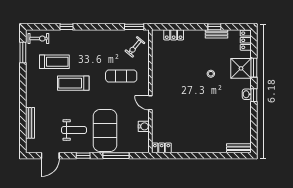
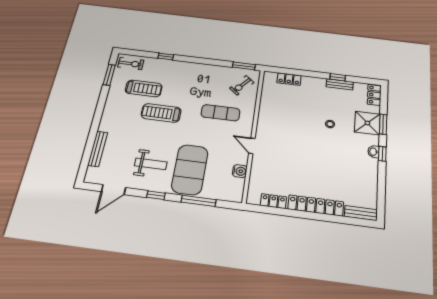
locker: (205, 147) -> (316, 205), added
locker: (162, 148) -> (273, 201), moved

